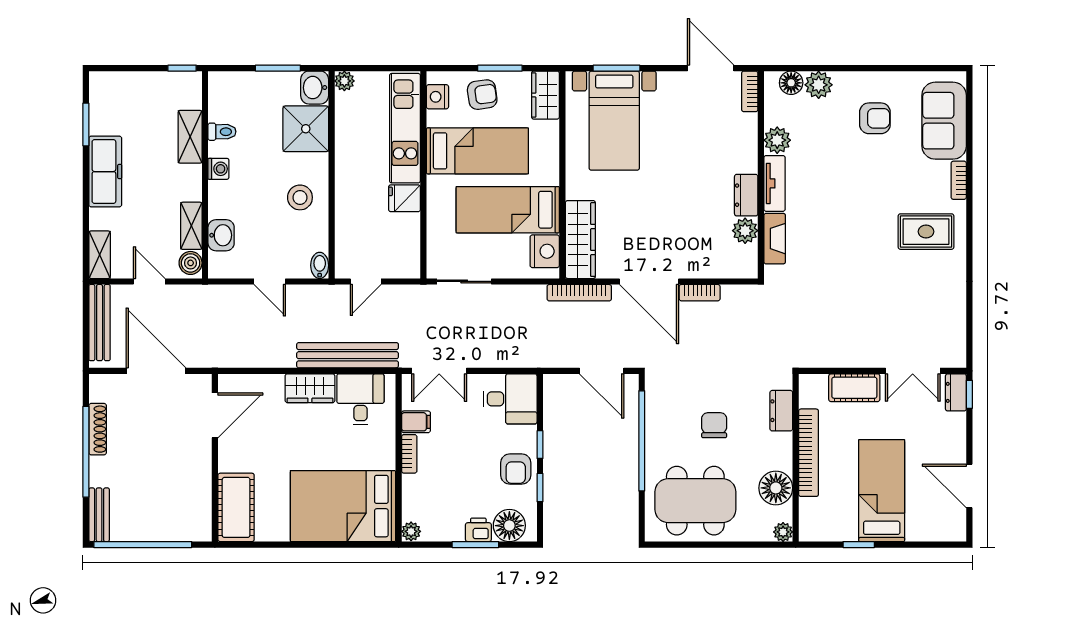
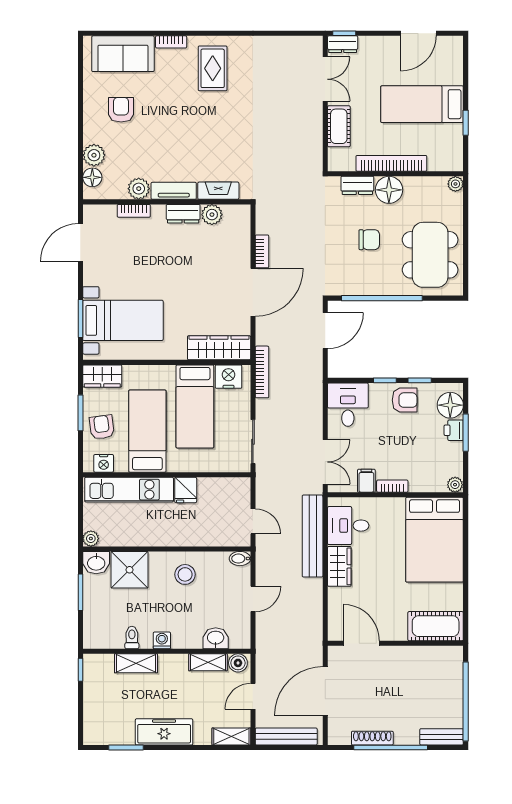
bookcase: (750, 91) -> (134, 211), moved
bookcase: (579, 293) -> (262, 372), moved
chair: (714, 425) -> (369, 240), turned 180
floor lamp: (776, 488) -> (389, 190), moved

